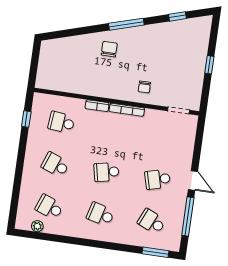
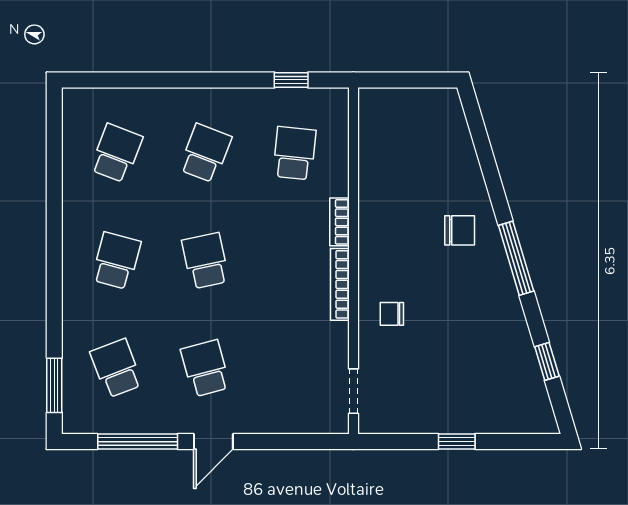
school desk: (152, 222) -> (116, 368), turned -45
plant: (37, 226) -> (73, 134), removed

